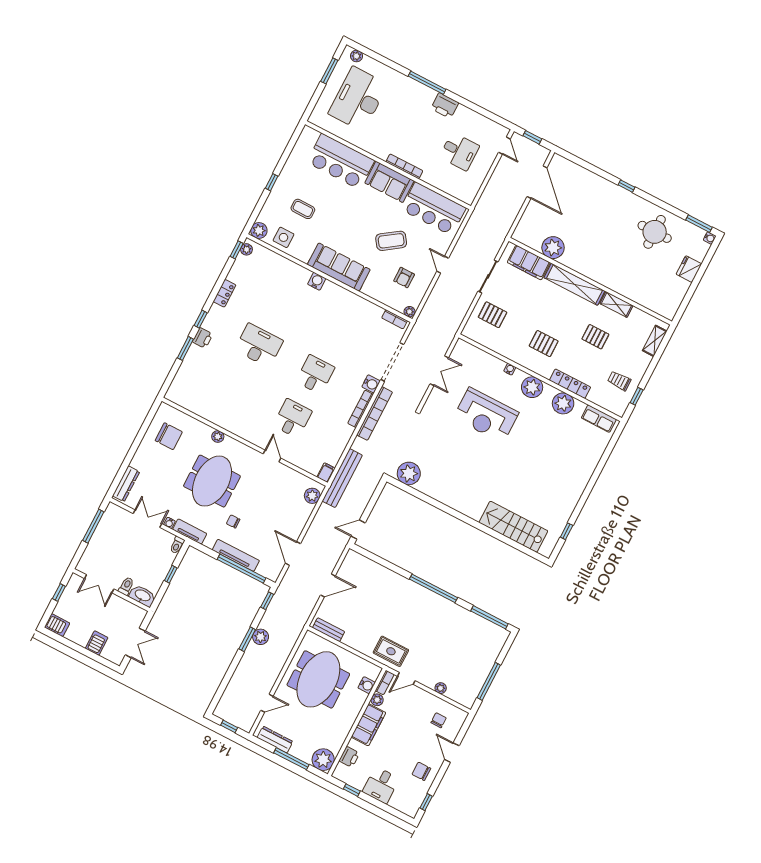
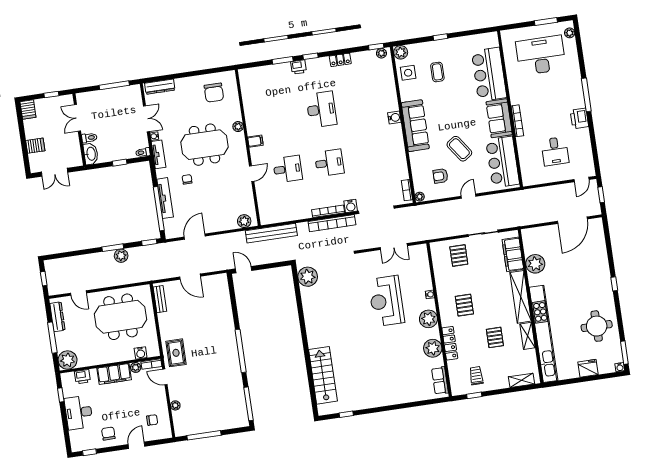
kitchen unit: (626, 288) -> (543, 334), added
filing cabinet: (326, 473) -> (255, 141), moved
desk: (381, 785) -> (79, 413), width x1.37

